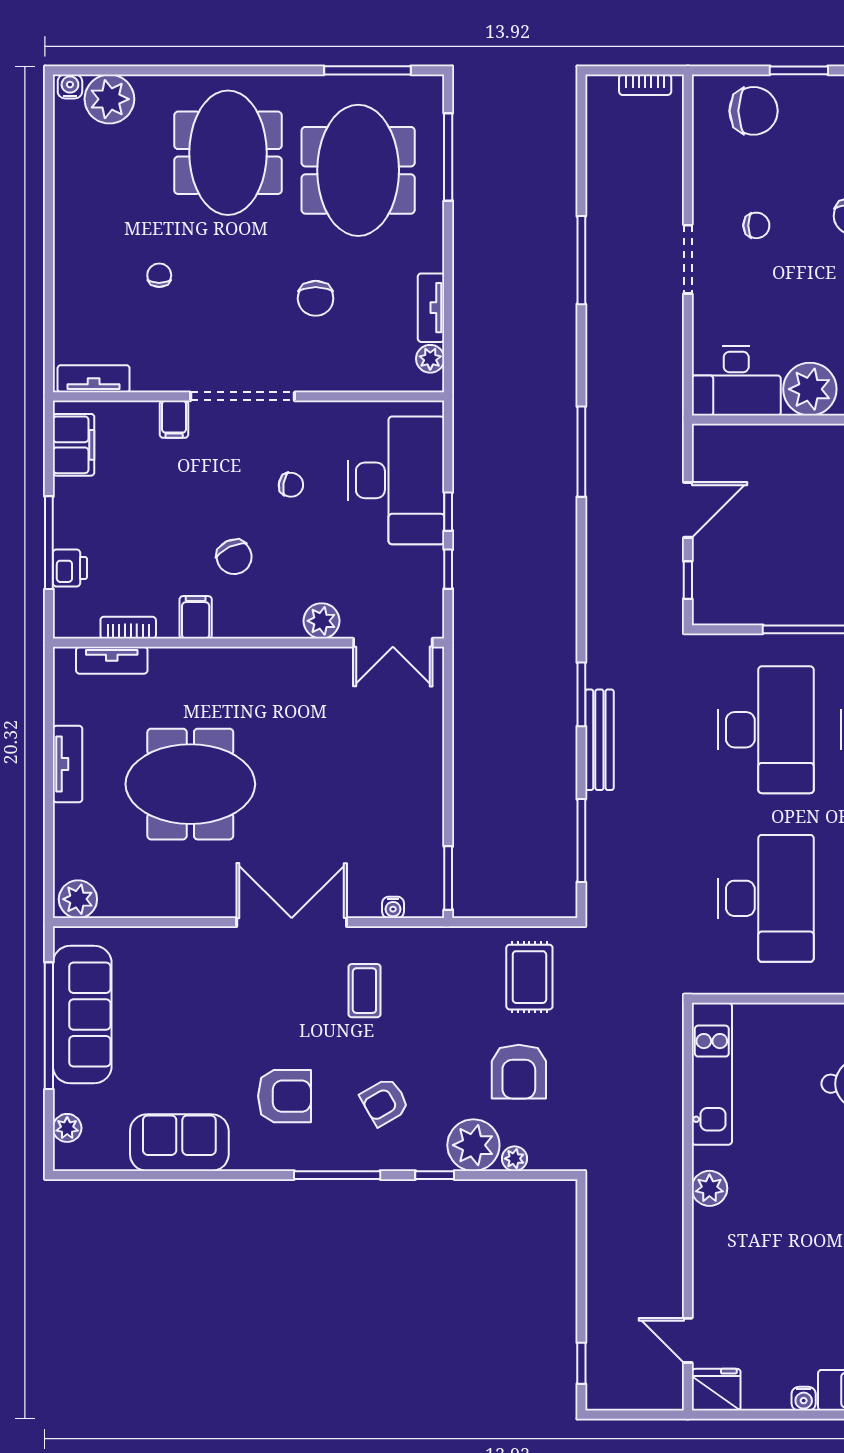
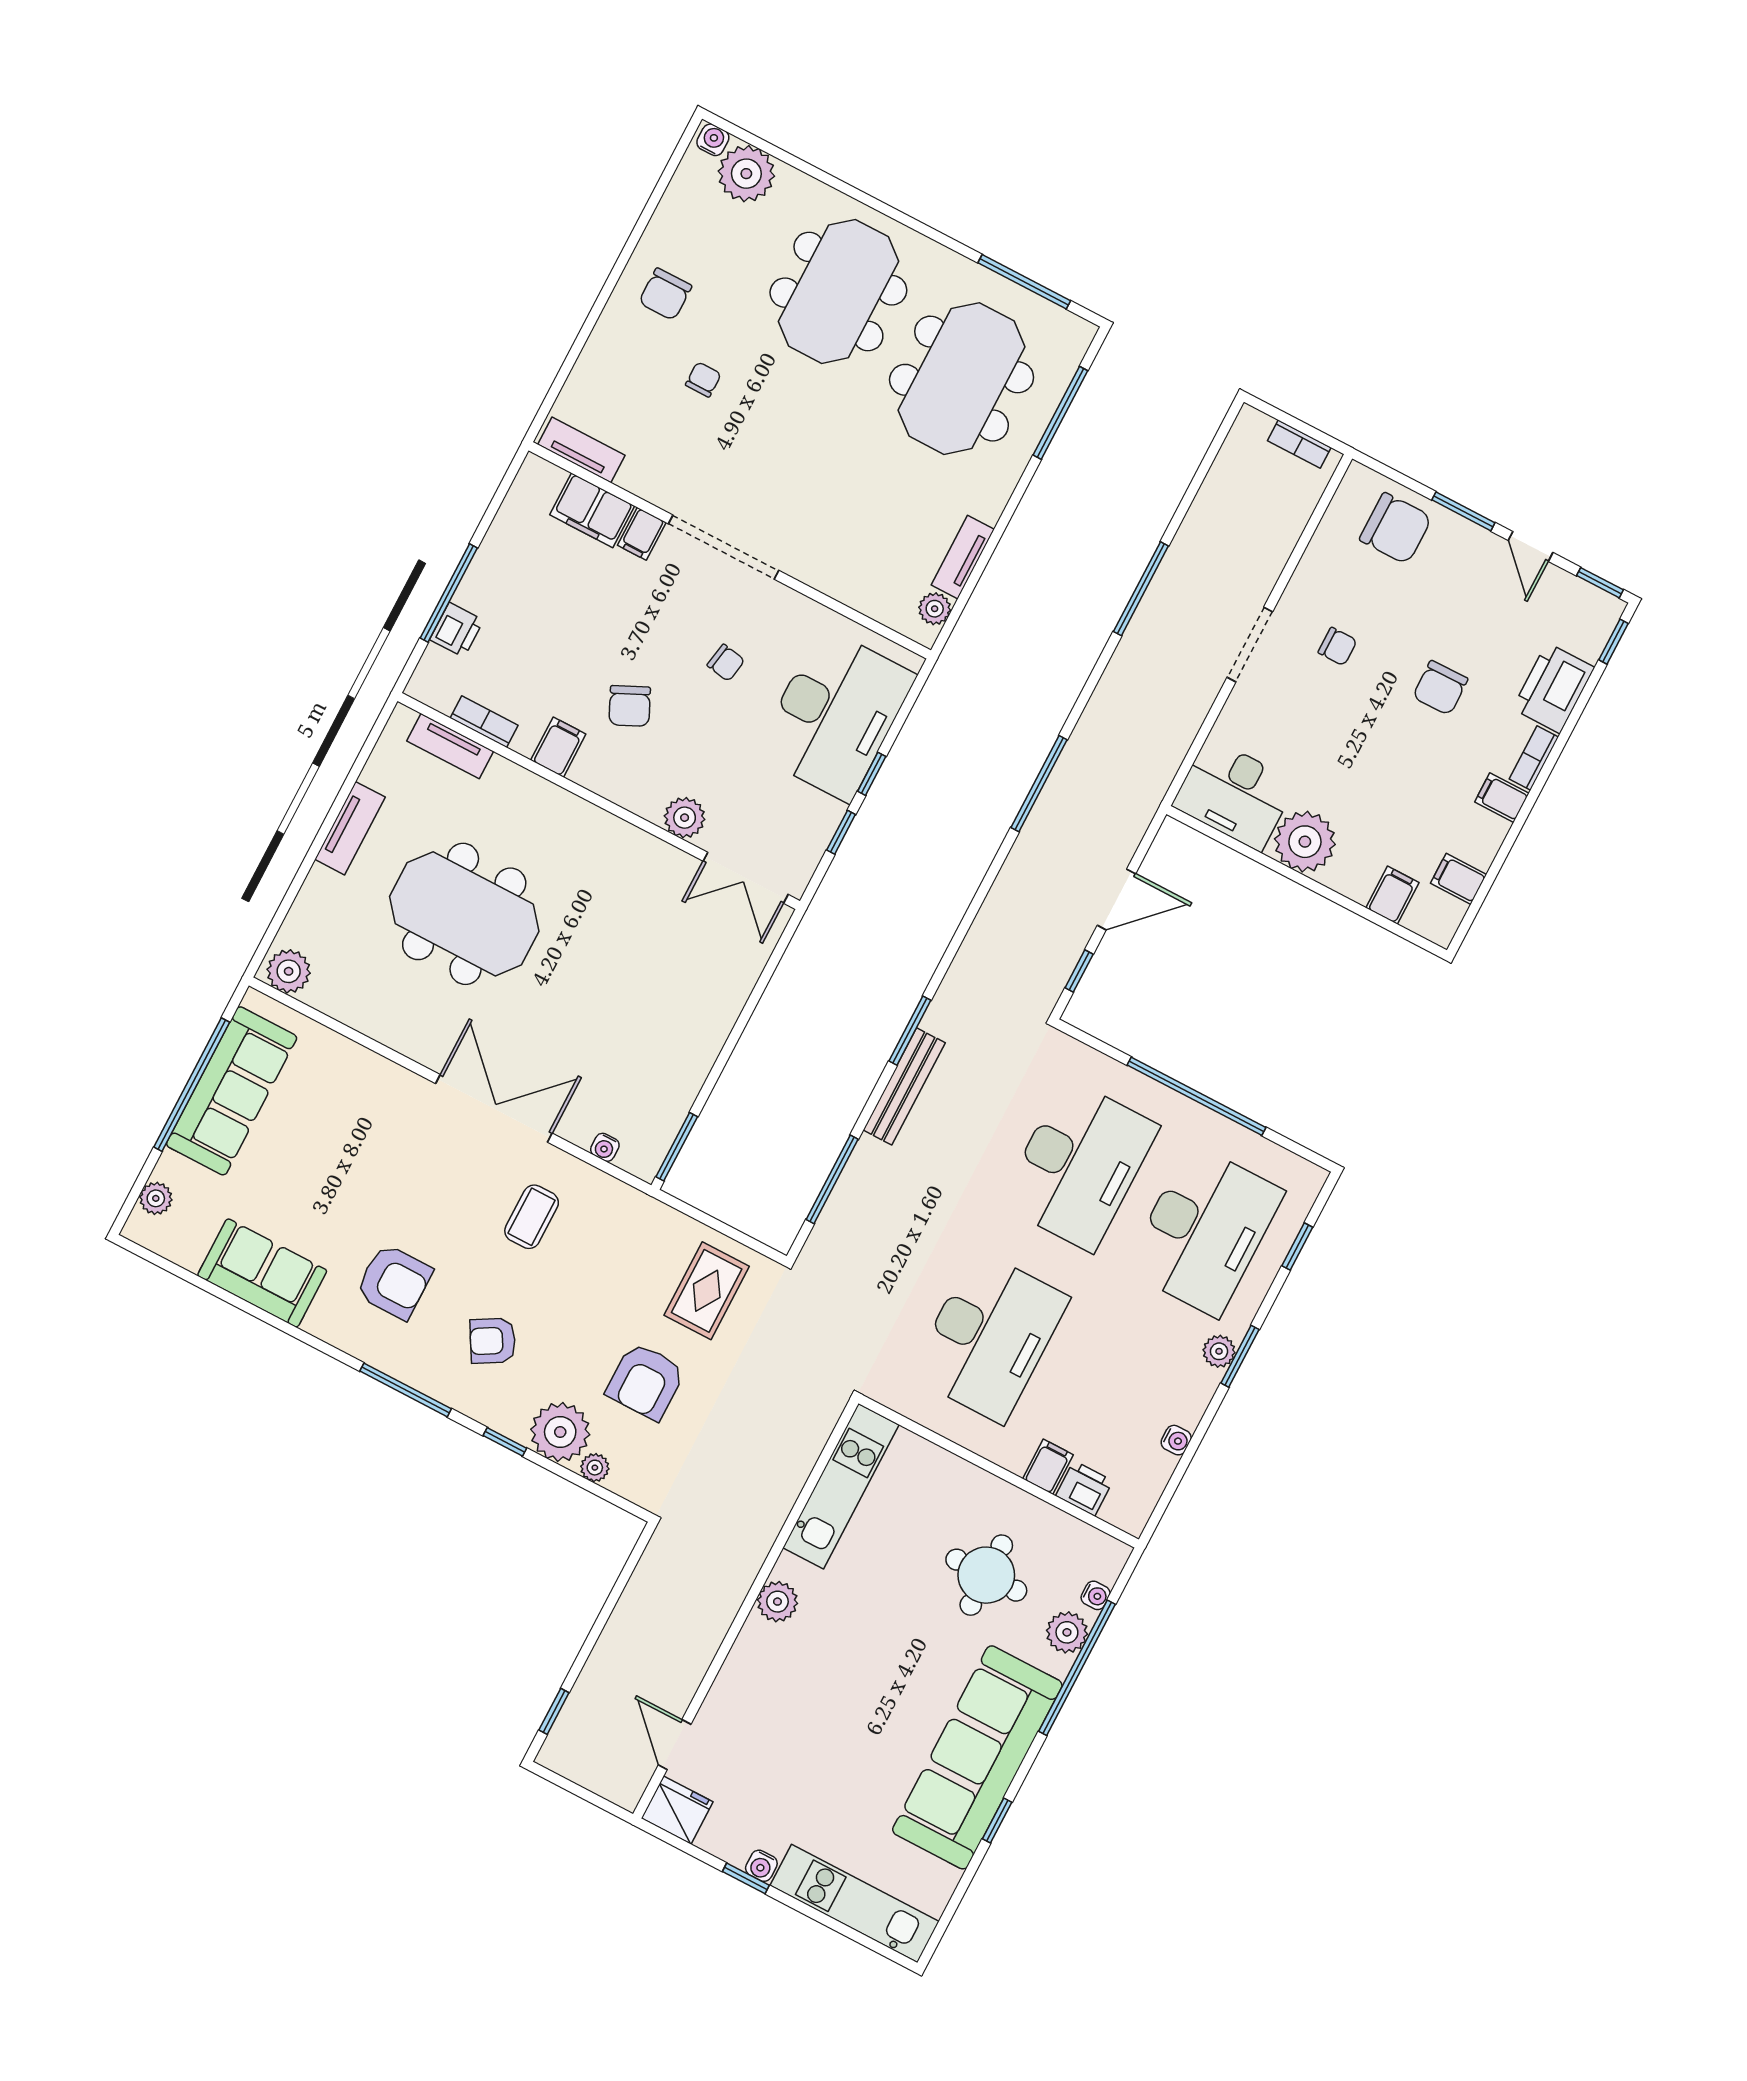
chair: (316, 298) -> (665, 294), moved
filing cabinet: (74, 445) -> (592, 510), moved, turned 90
window: (797, 1415) -> (746, 1878), added

